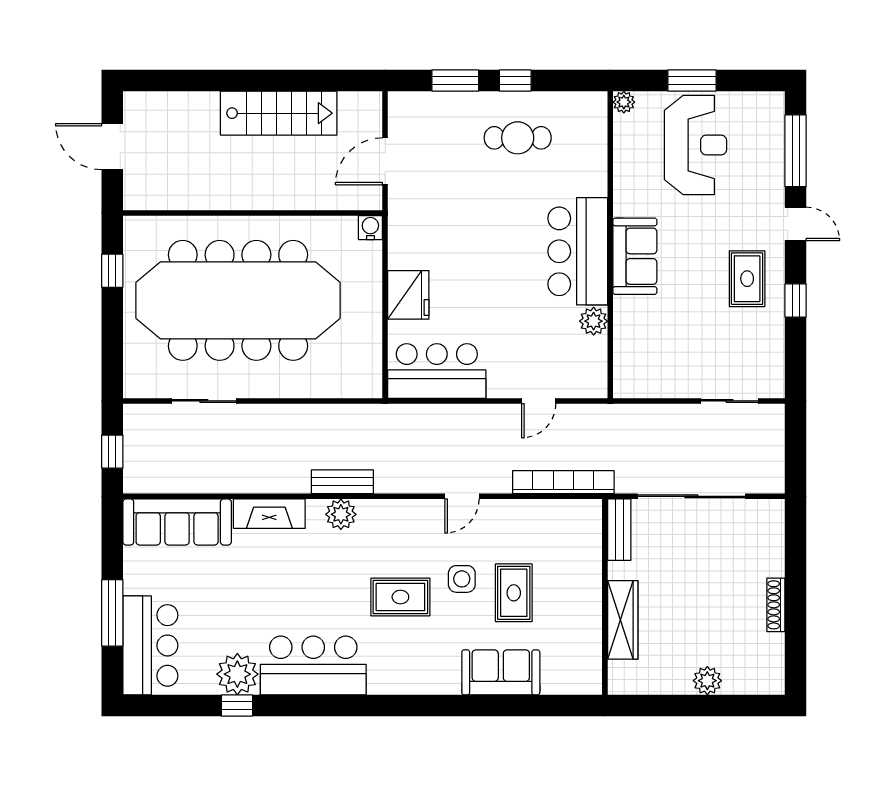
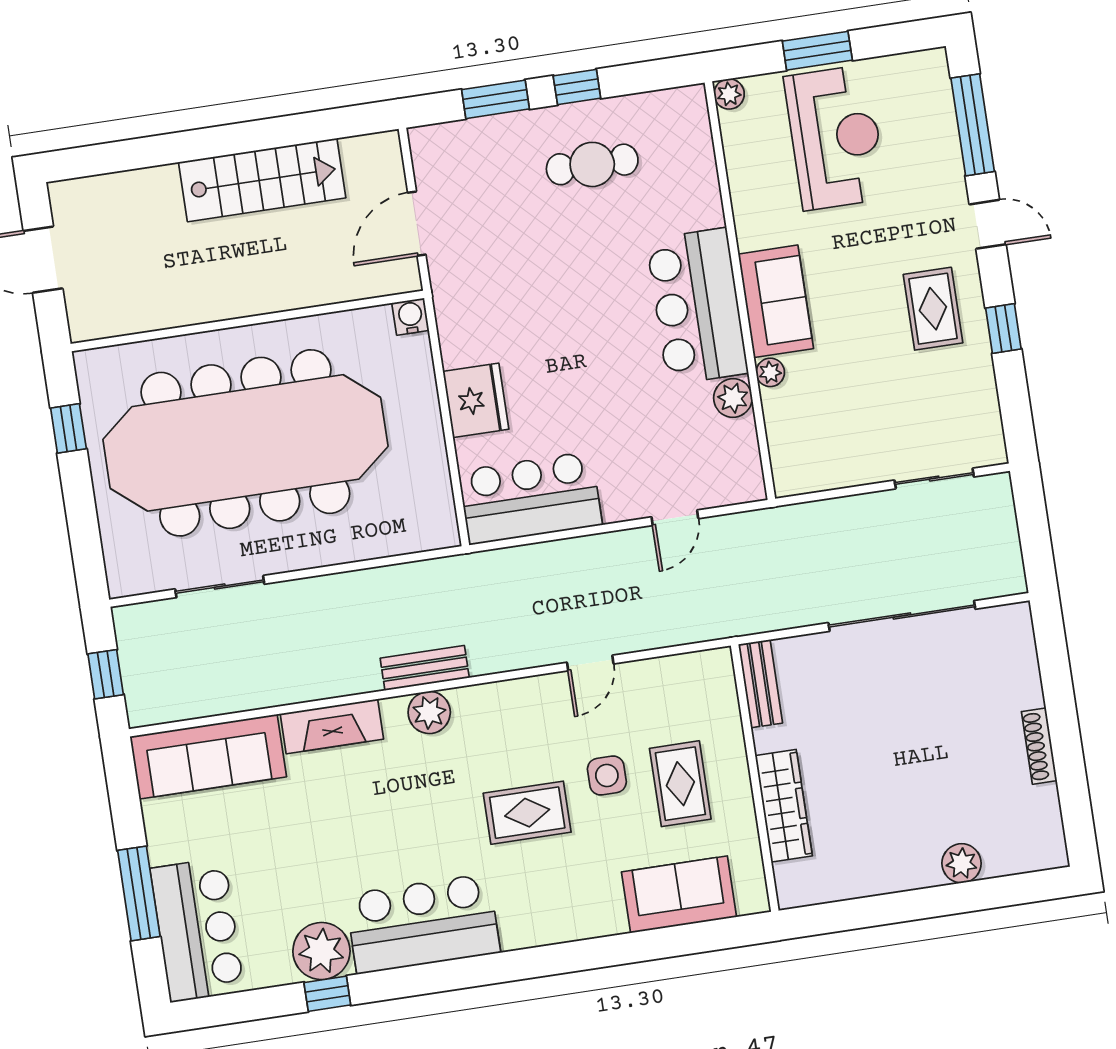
plant: (623, 307) -> (770, 372), added
bookcase: (563, 482) -> (725, 623), removed
bench: (619, 530) -> (760, 684), moved
wall: (605, 597) -> (755, 778), moved
wardrobe: (623, 620) -> (784, 806), moved

